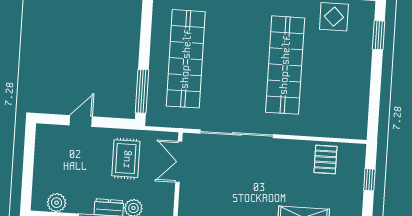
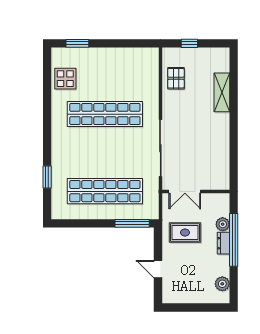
pallet: (325, 159) -> (176, 78), turned 90

